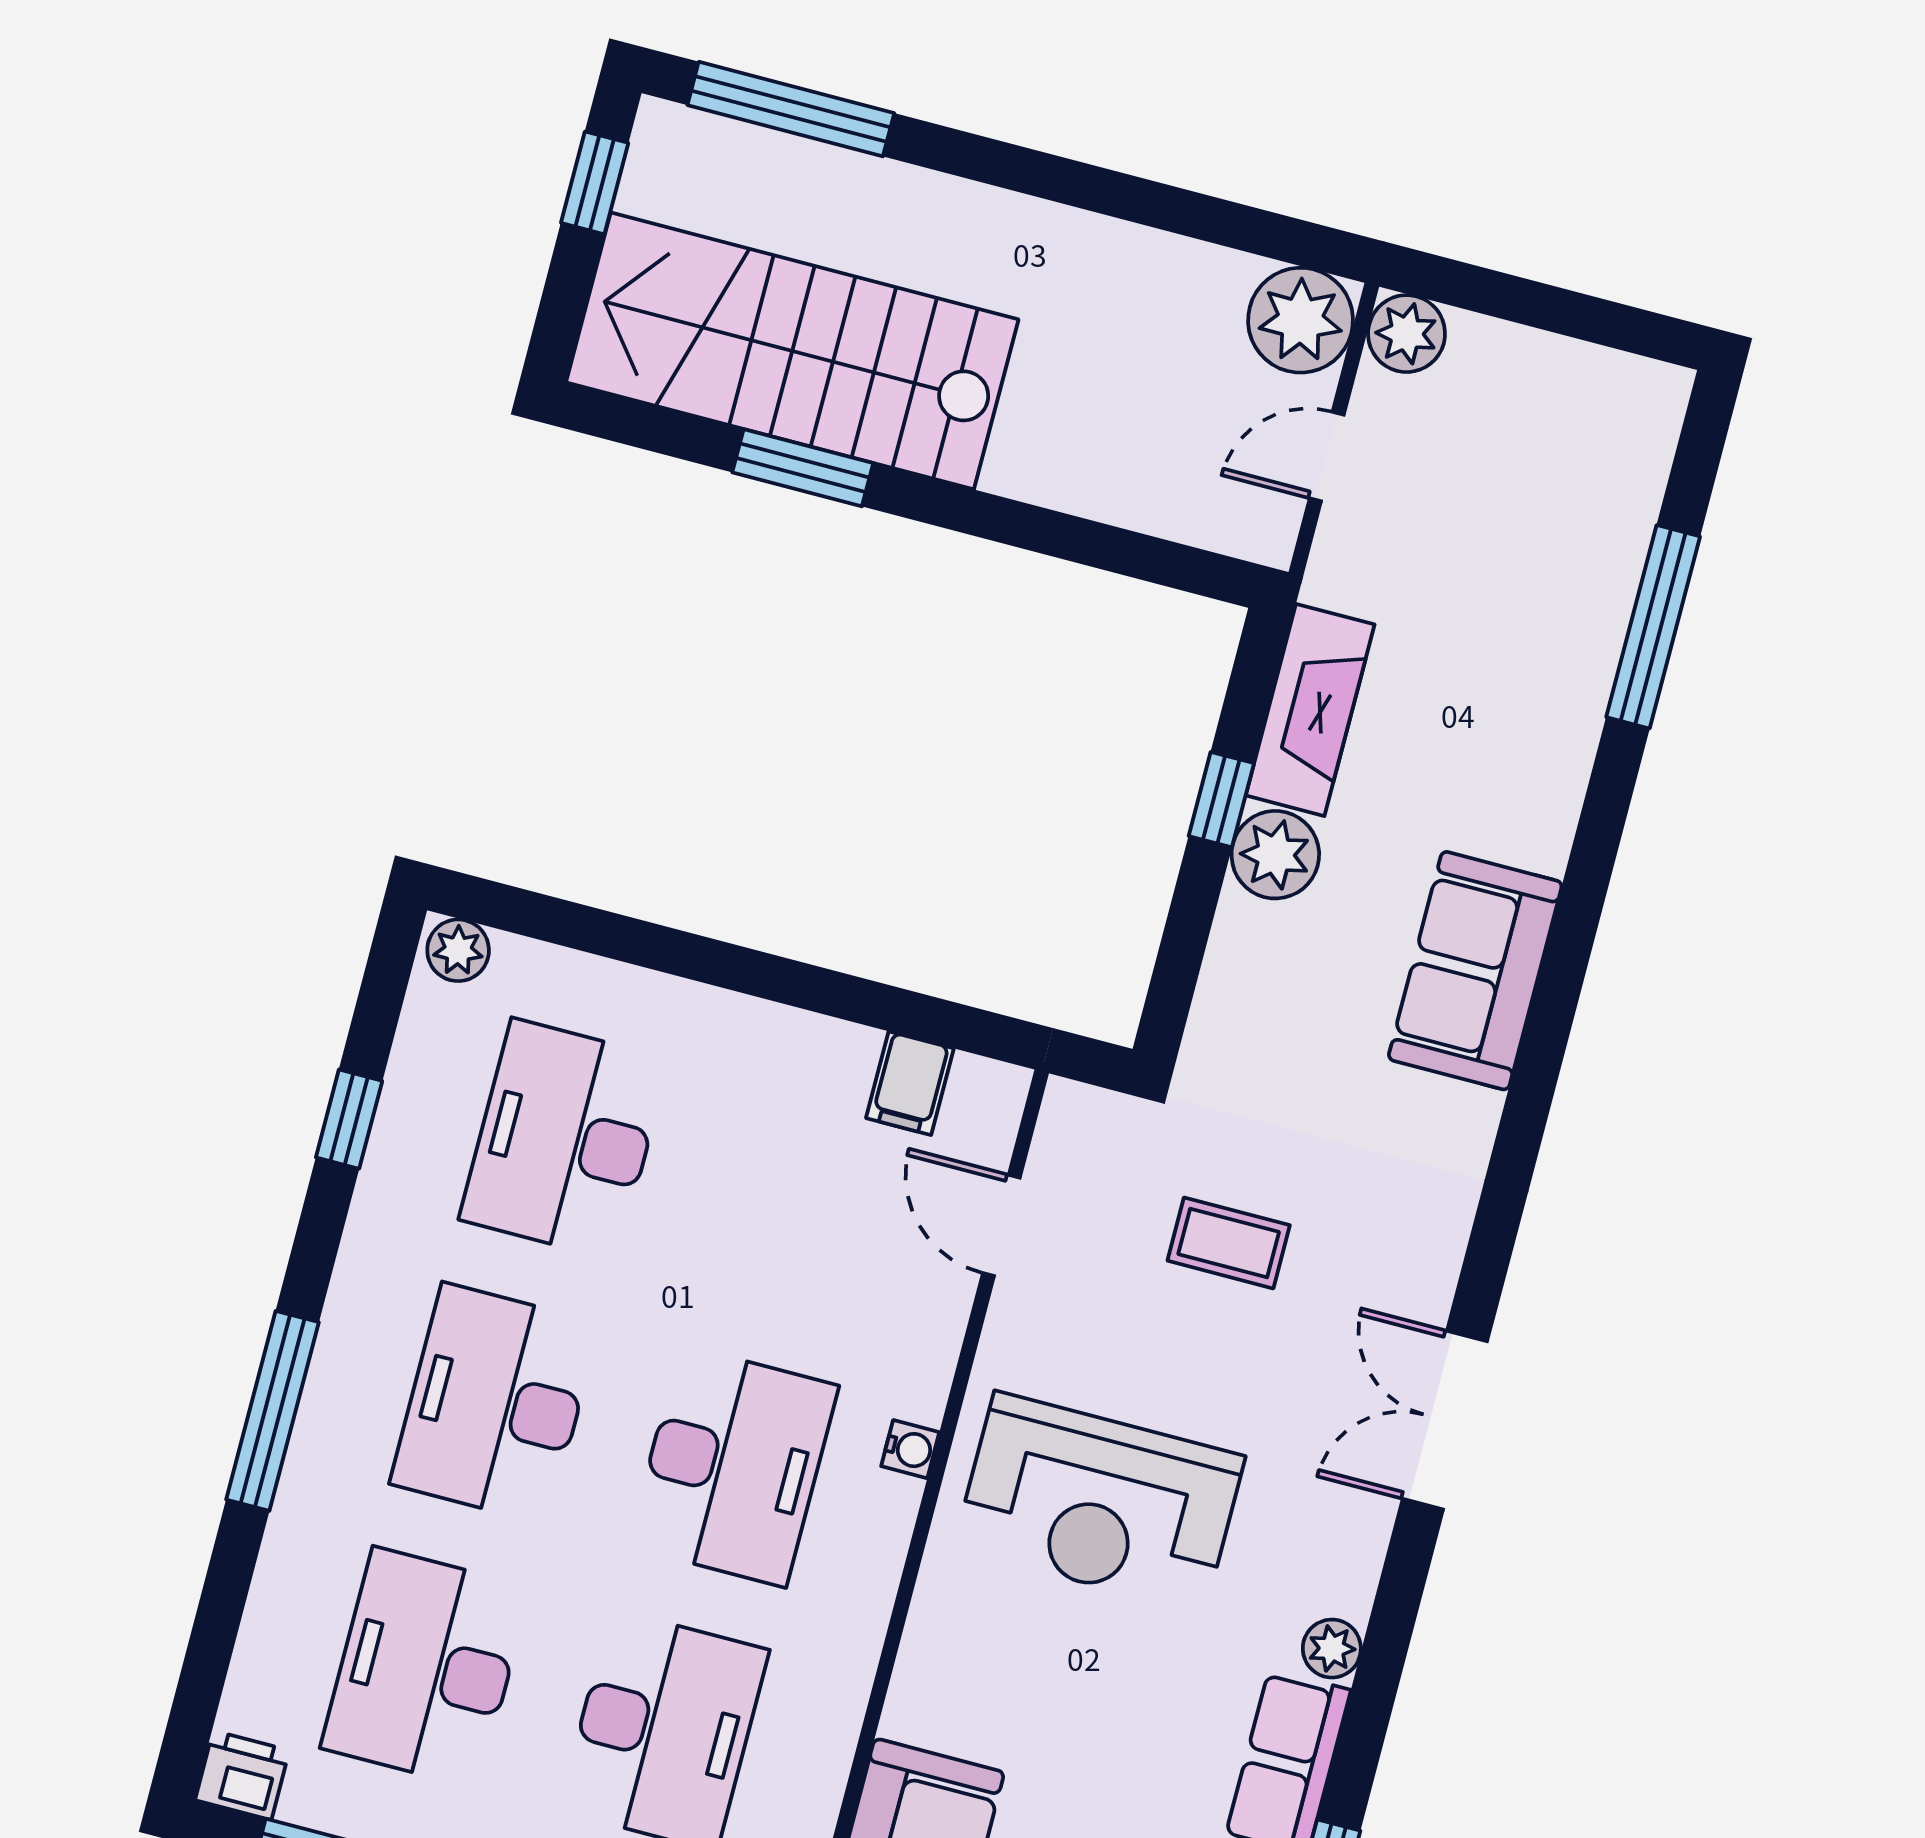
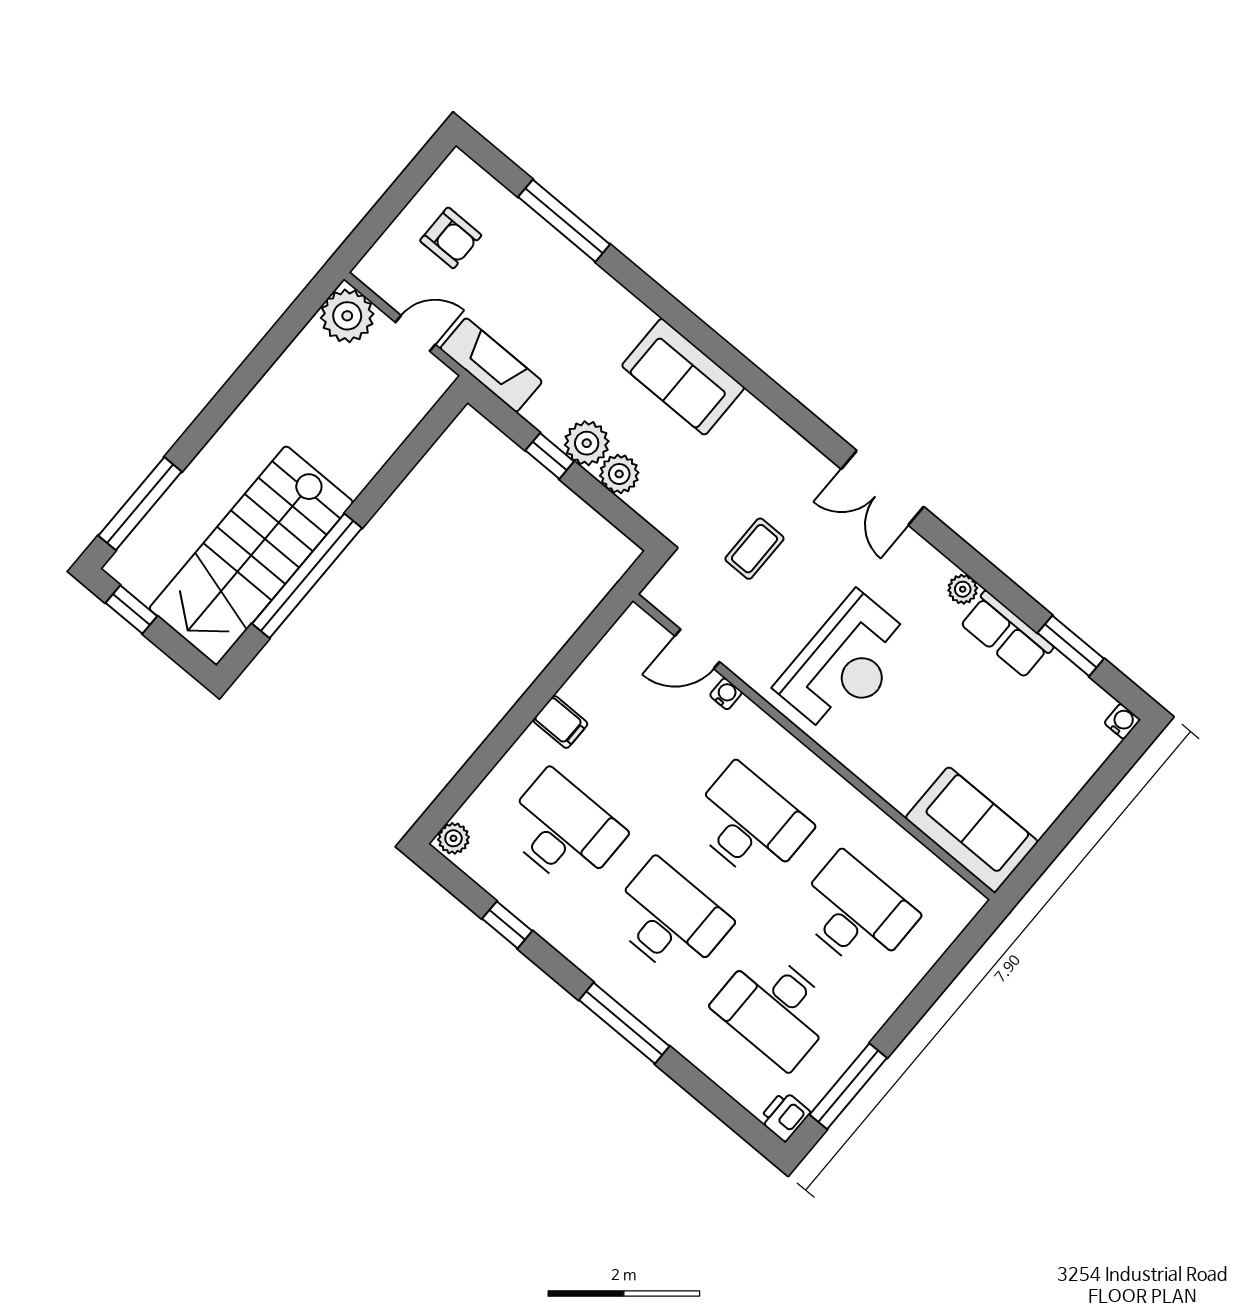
plant: (1407, 334) -> (619, 474), moved
armchair: (1527, 439) -> (451, 238), added
door: (1327, 456) -> (415, 333), swing flipped
window: (803, 468) -> (307, 576), width x2.11
fireplace: (1310, 710) -> (491, 365), moved
filing cabinet: (910, 1083) -> (560, 722), moved
desk: (564, 1139) -> (563, 831), turned 180
desk: (495, 1403) -> (669, 920), turned 180
water cooler: (910, 1449) -> (726, 694), moved

